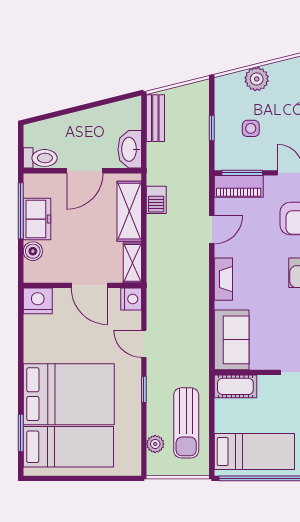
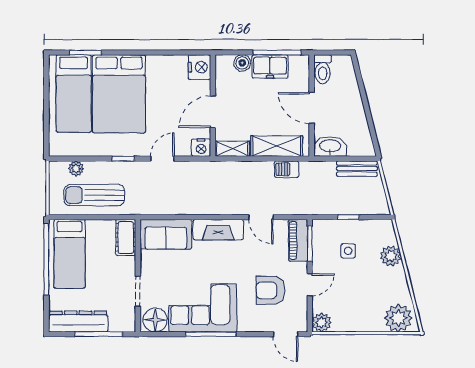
fireplace: (223, 279) -> (218, 230), width x1.37, depth x1.32

